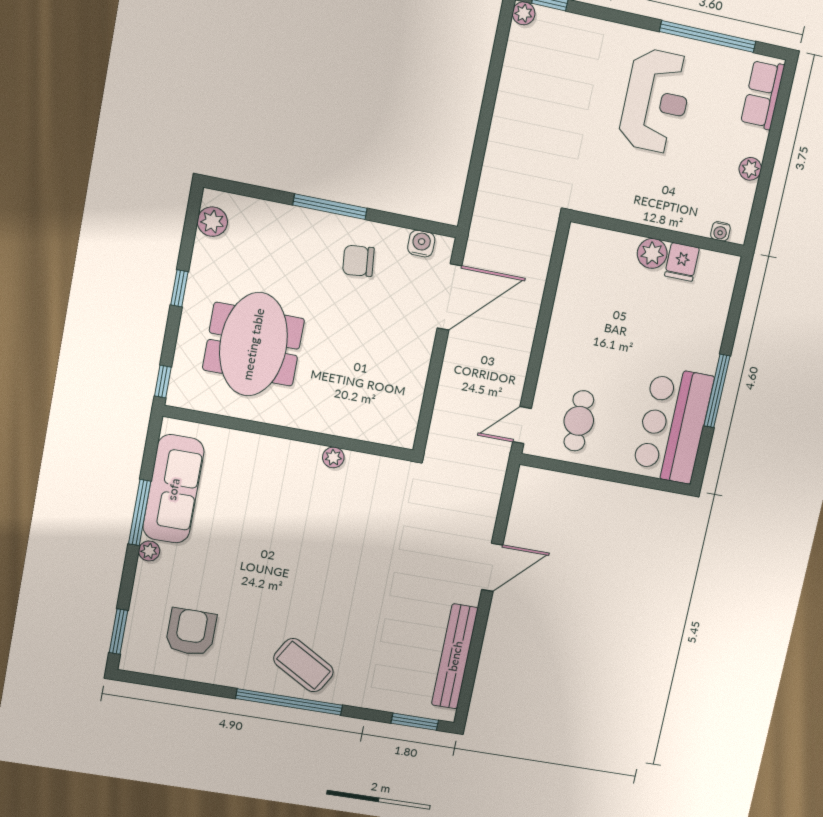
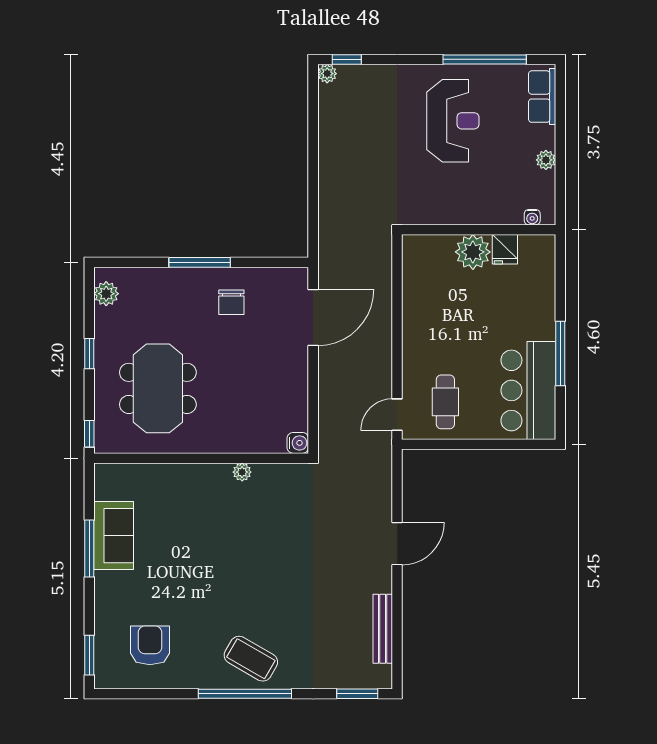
water cooler: (421, 244) -> (298, 443), moved, turned 90
plant: (652, 253) -> (473, 252), width x1.36, depth x1.36
chair: (358, 261) -> (231, 302), turned -84
sofa: (173, 489) -> (114, 536), width x0.73
plant: (149, 551) -> (103, 580), removed
bench: (455, 656) -> (383, 629), width x0.73, depth x0.82

